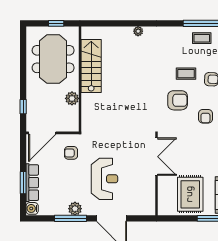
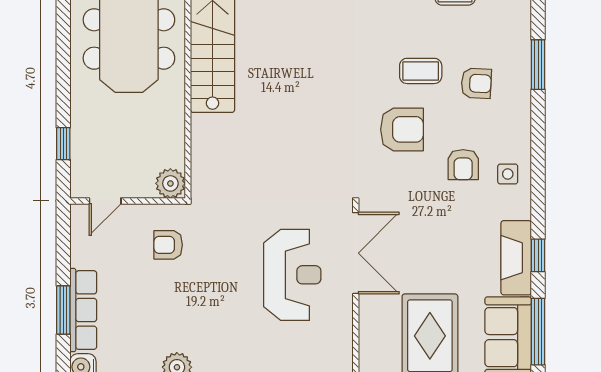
plant: (72, 98) -> (170, 183), moved
door: (42, 133) -> (105, 201), width x0.53
reception desk: (105, 179) -> (292, 275), moved

